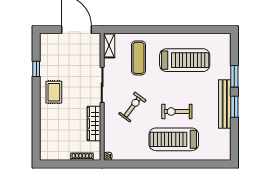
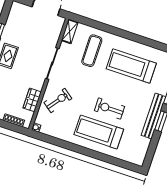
treadmill: (185, 60) -> (131, 66), turned 180
exercise bike: (132, 107) -> (58, 101), moved
wardrobe: (94, 124) -> (32, 100), width x0.67

